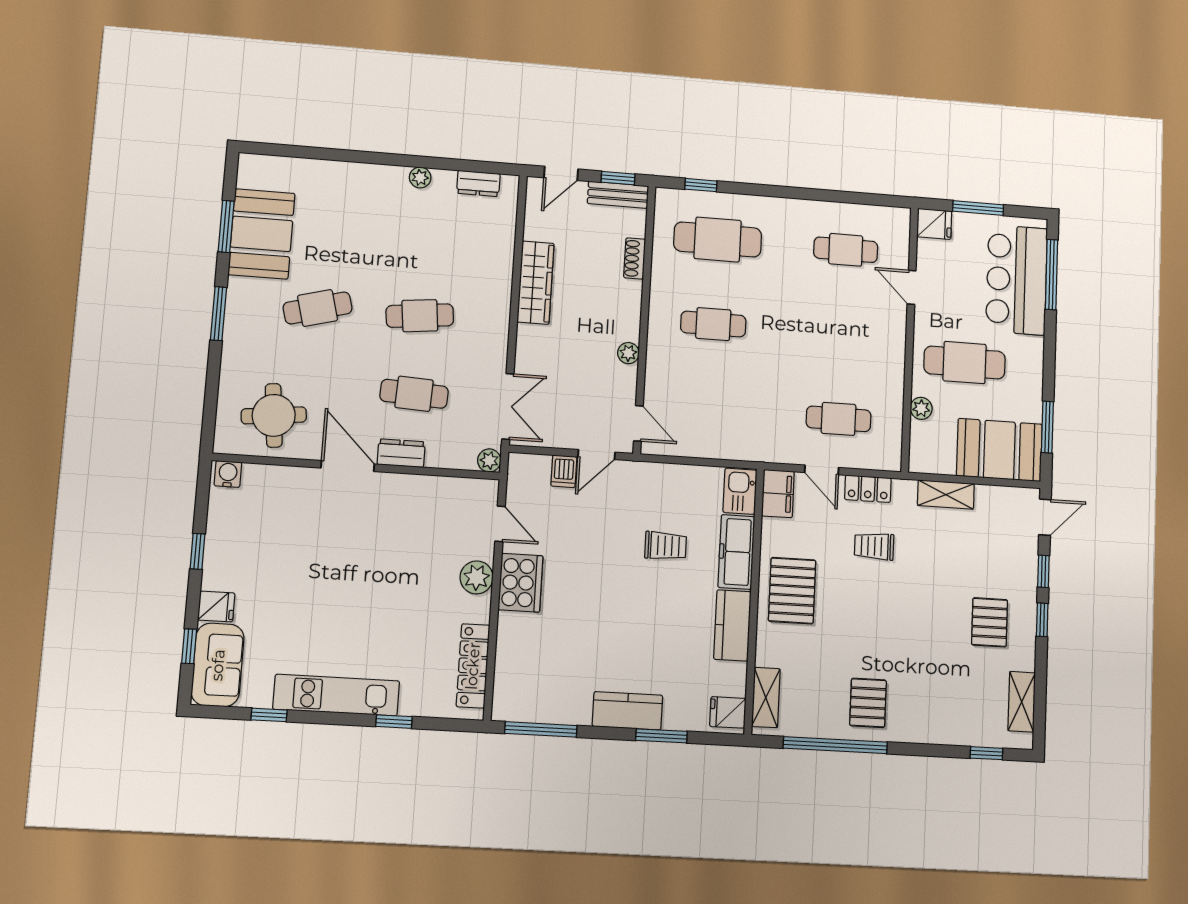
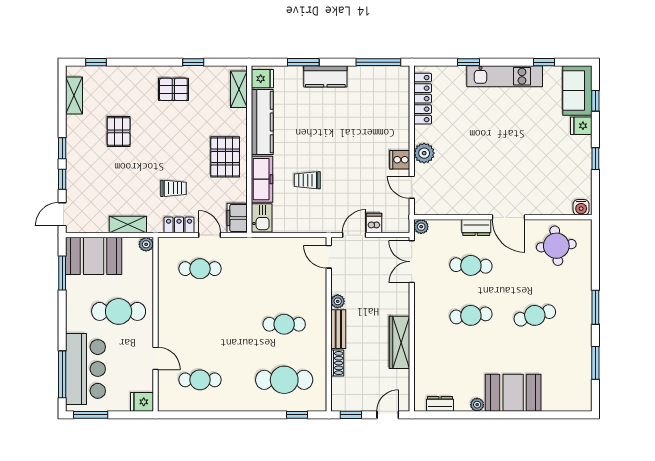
bench: (618, 195) -> (338, 329), moved, turned 90
window: (978, 208) -> (91, 415), moved
booth: (262, 234) -> (513, 393), moved, turned 90
plant: (921, 408) -> (146, 244), moved
cooker: (521, 583) -> (400, 160), width x0.53, depth x0.76
pallet: (990, 622) -> (119, 131), moved
kitchen counter: (732, 625) -> (262, 122), width x1.50
pallet: (868, 703) -> (173, 89), turned 90
window: (835, 745) -> (193, 62), width x0.32

